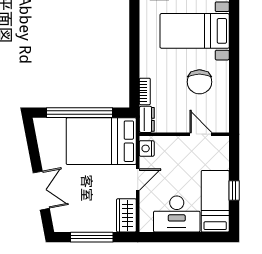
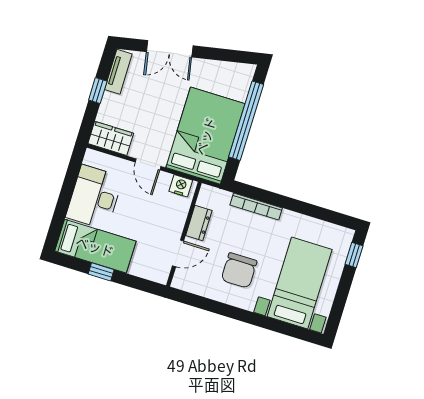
chair: (199, 82) -> (239, 270), turned -90
bookcase: (145, 91) -> (256, 207), width x1.56
dresser: (147, 119) -> (199, 223), moved, turned -90
tv unit: (72, 226) -> (118, 72), added
window: (92, 237) -> (98, 91), width x0.46

